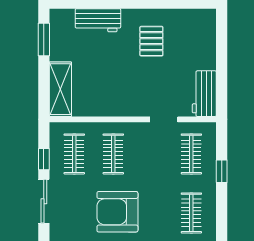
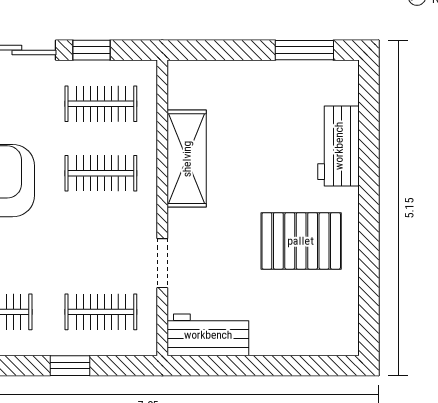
pallet: (151, 41) -> (301, 241), width x1.50, depth x1.42
shelving: (60, 89) -> (187, 159), moved, turned 90

